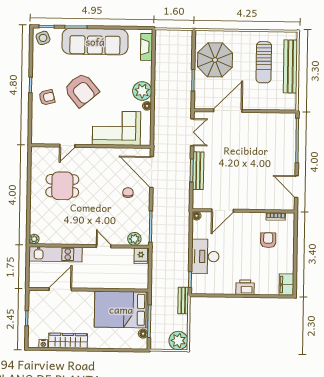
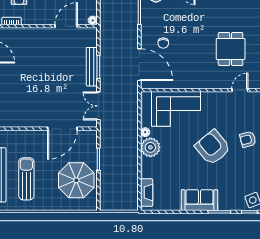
sofa: (95, 42) -> (199, 200), width x0.54, depth x0.79
door: (67, 146) -> (240, 90), moved
dining table: (62, 186) -> (231, 49), turned 90

